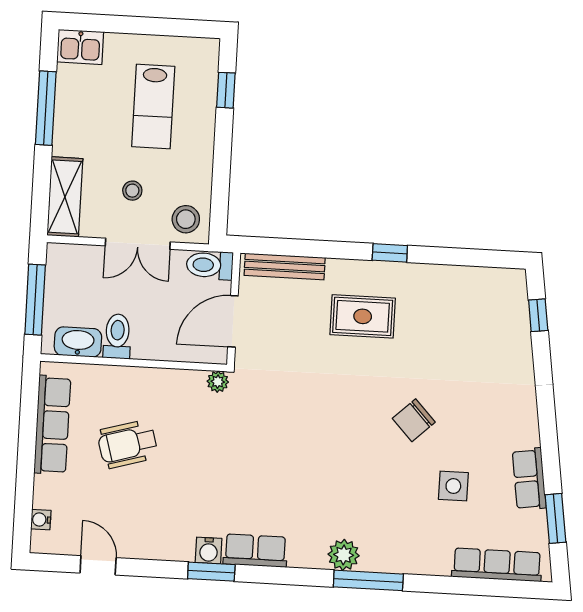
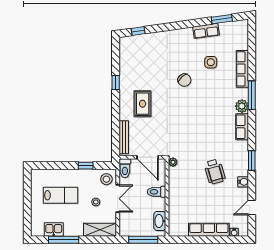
kitchen sink: (80, 47) -> (54, 229), moved, turned -90
window: (226, 90) -> (86, 166), moved
window: (390, 253) -> (116, 82), moved
toilet: (117, 336) -> (157, 192), moved
row of seats: (52, 425) -> (209, 230), moved
wheelchair: (127, 444) -> (215, 172), moved
water cooler: (209, 550) -> (243, 182), moved
row of seats: (255, 551) -> (242, 127), moved
row of seats: (497, 565) -> (242, 69), moved

